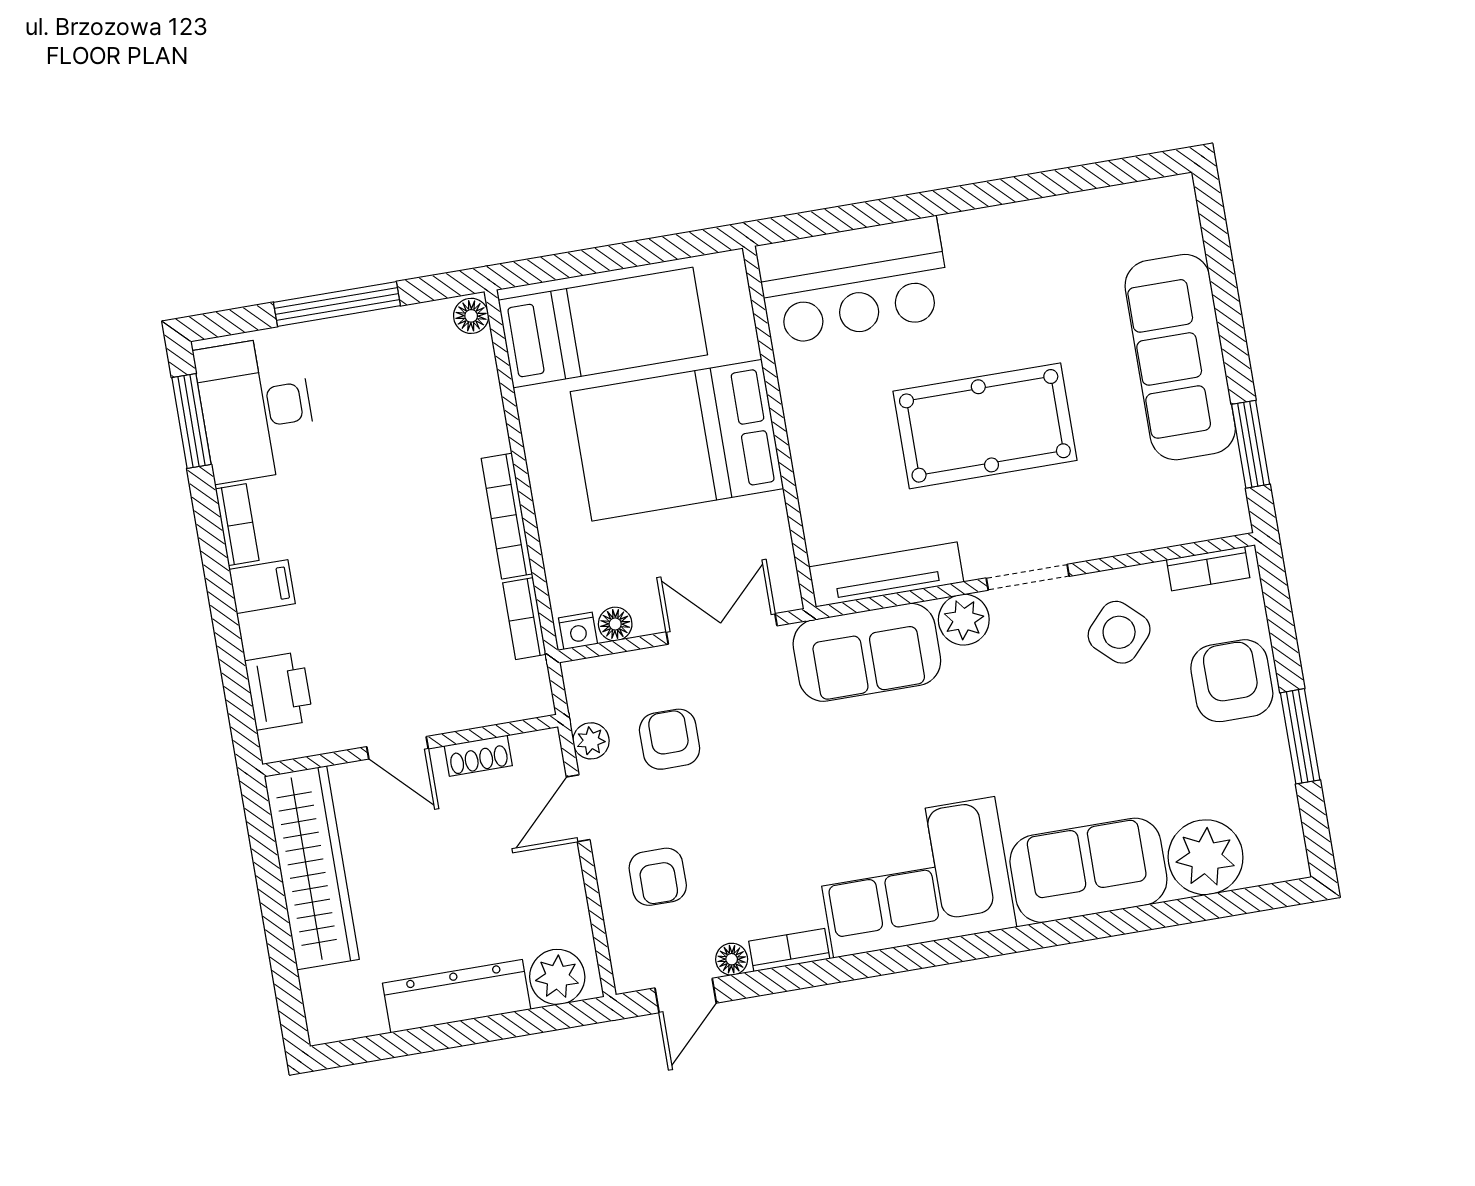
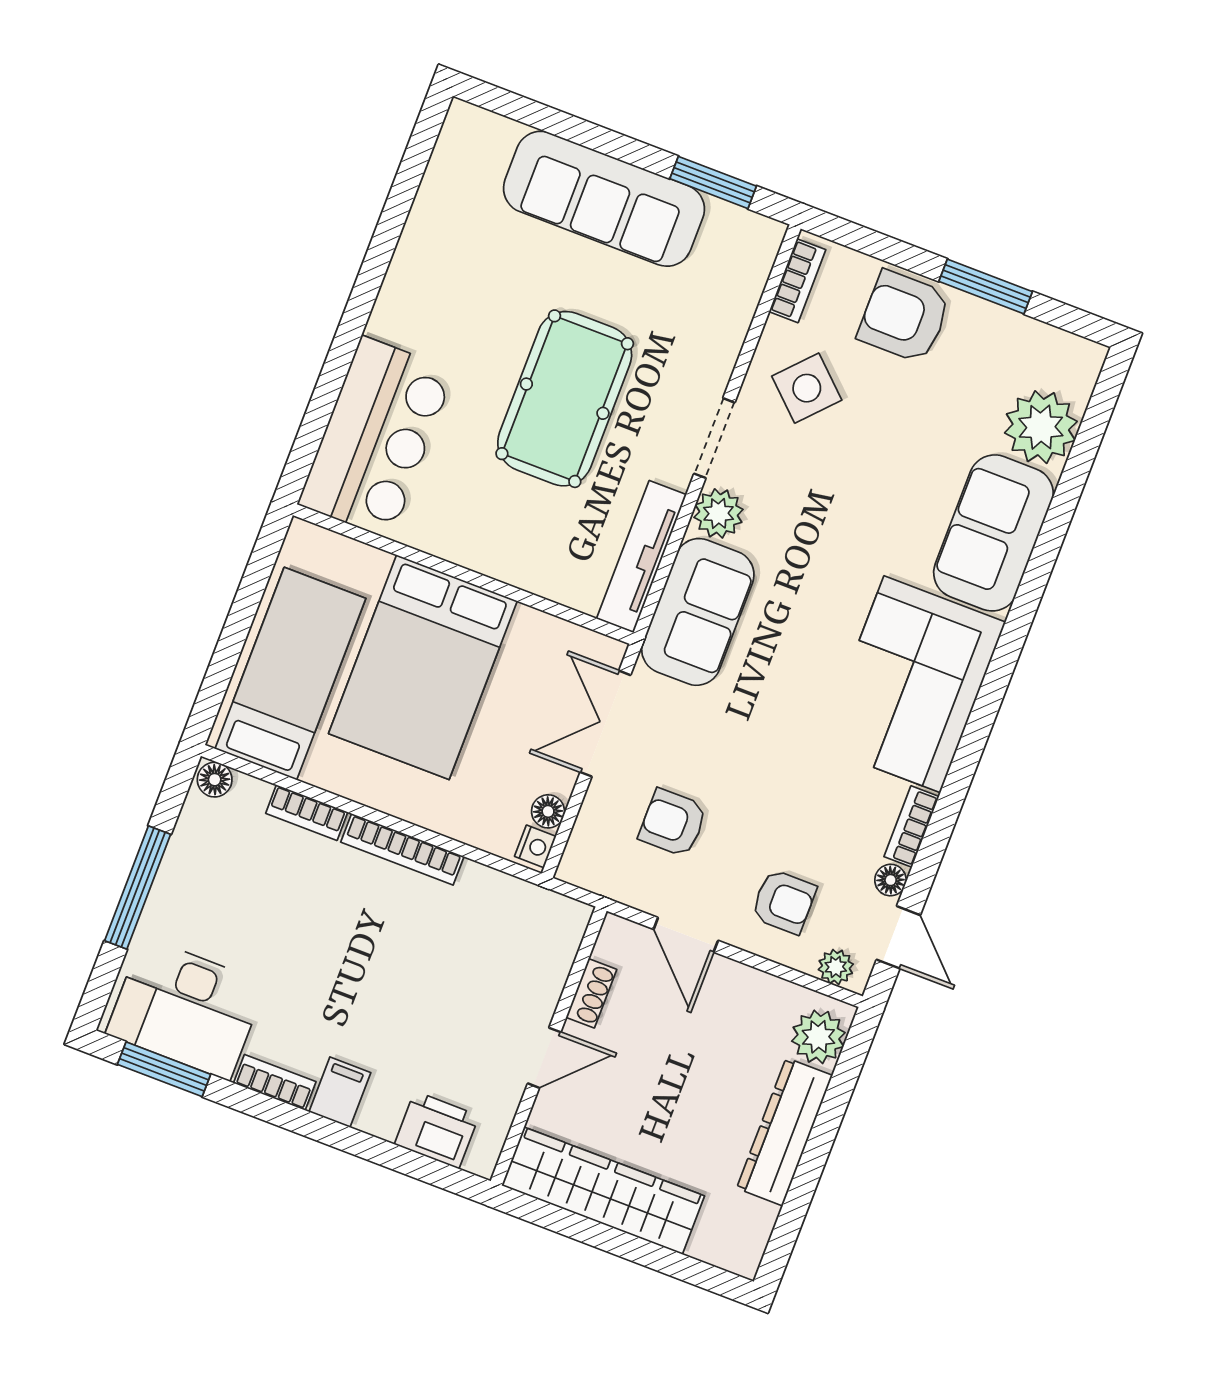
bookcase: (524, 619) -> (307, 813), moved
plant: (591, 741) -> (836, 967), moved

